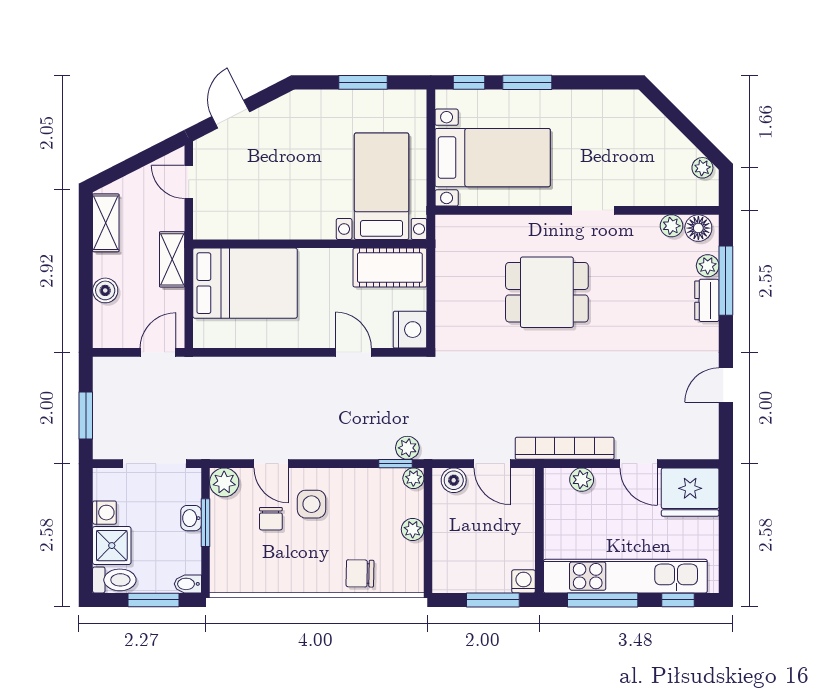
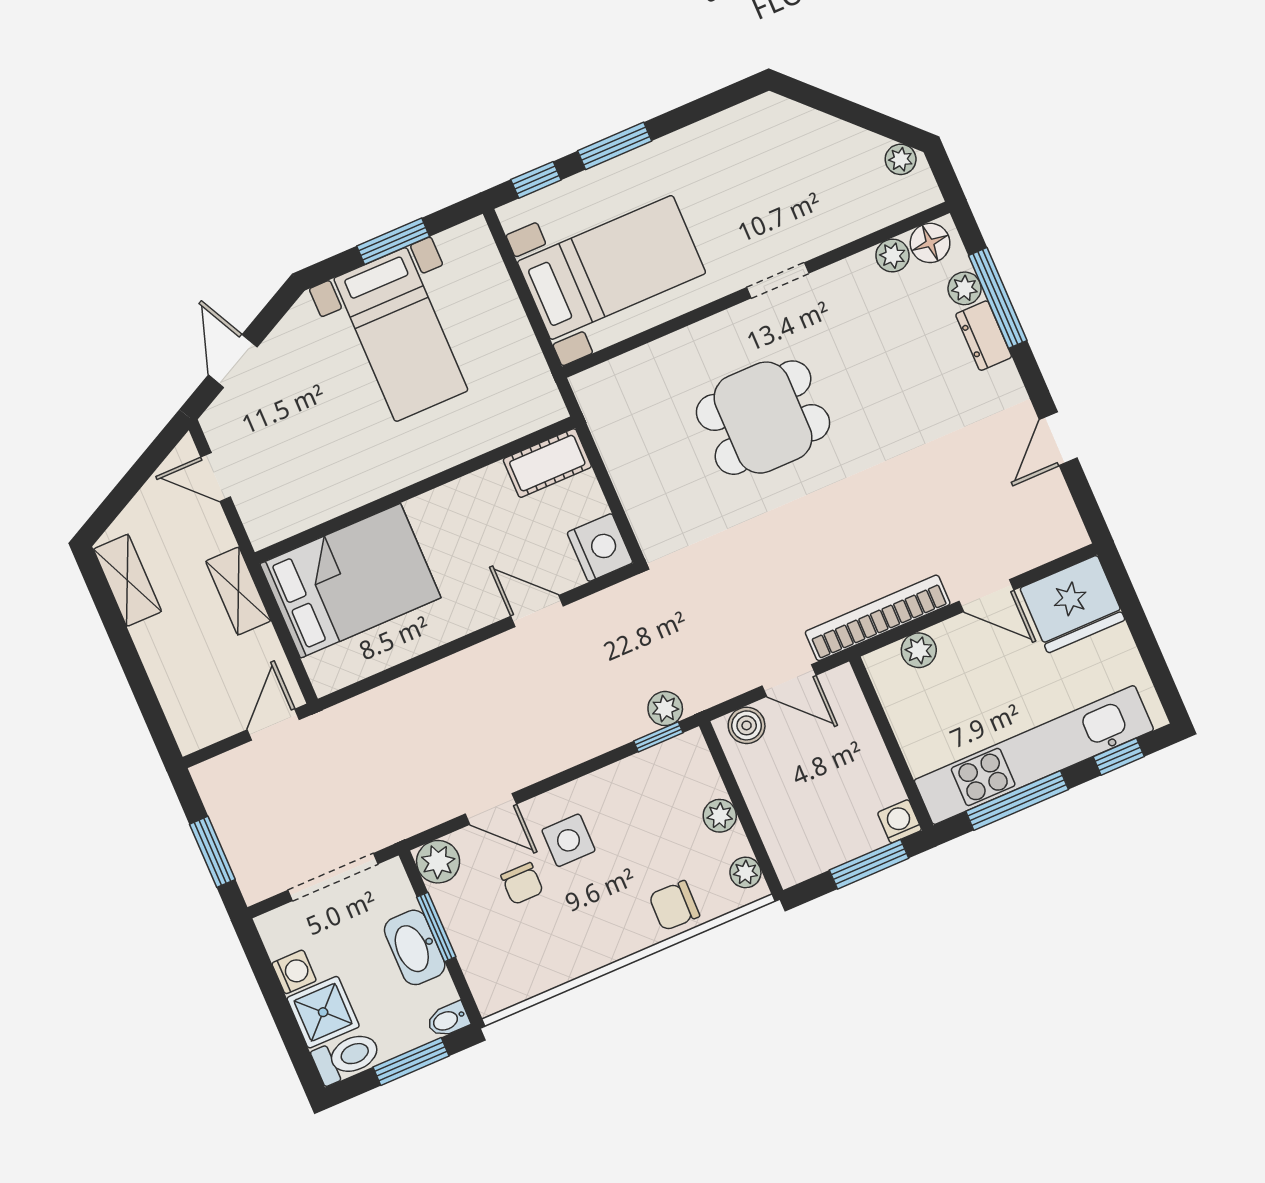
bed with nightstands: (382, 186) -> (401, 334), moved, turned 180
cot: (390, 268) -> (547, 463), width x0.73, depth x0.75
boiler: (105, 290) -> (166, 672), removed
plant: (413, 478) -> (745, 872), moved
washbasin: (191, 518) -> (415, 947), width x1.91, depth x1.45

